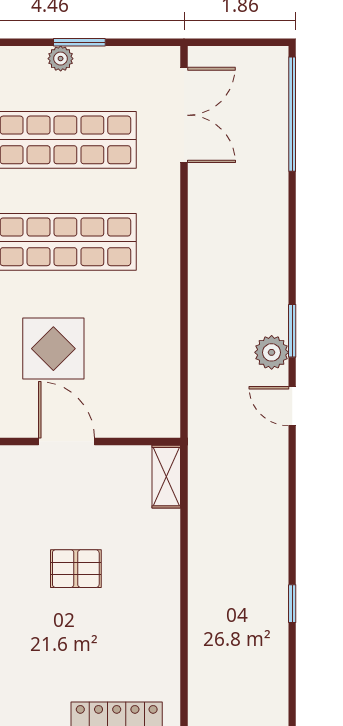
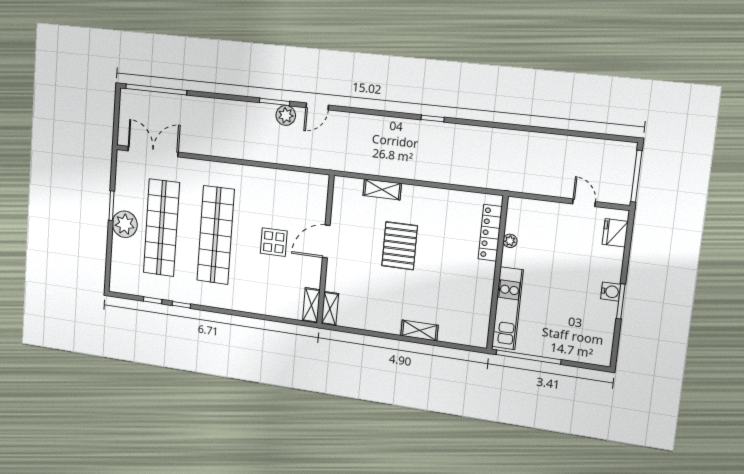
plant: (61, 59) -> (125, 224), width x1.87, depth x1.87
display table: (53, 349) -> (274, 242), width x0.73, depth x0.73
shelving: (166, 477) -> (382, 189), moved
pallet: (76, 569) -> (400, 246), width x1.50, depth x1.42

